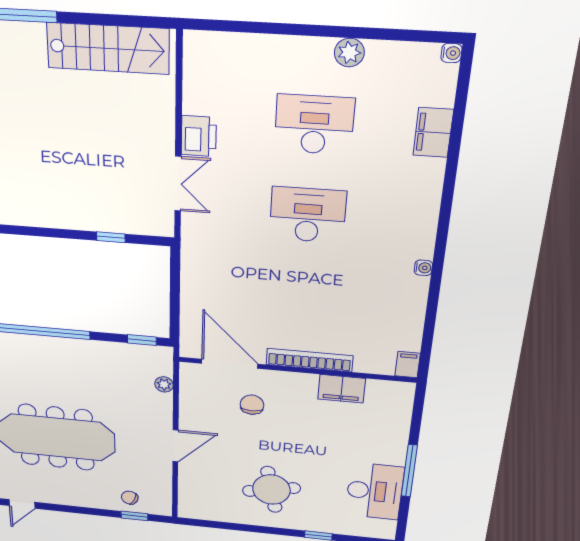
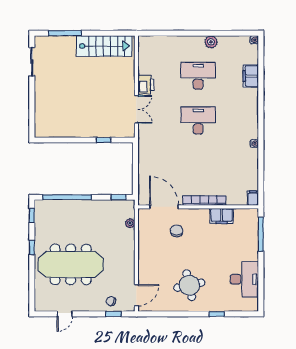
door: (175, 446) -> (136, 295), moved
window: (409, 471) -> (261, 234), moved
door: (22, 504) -> (65, 314), moved

